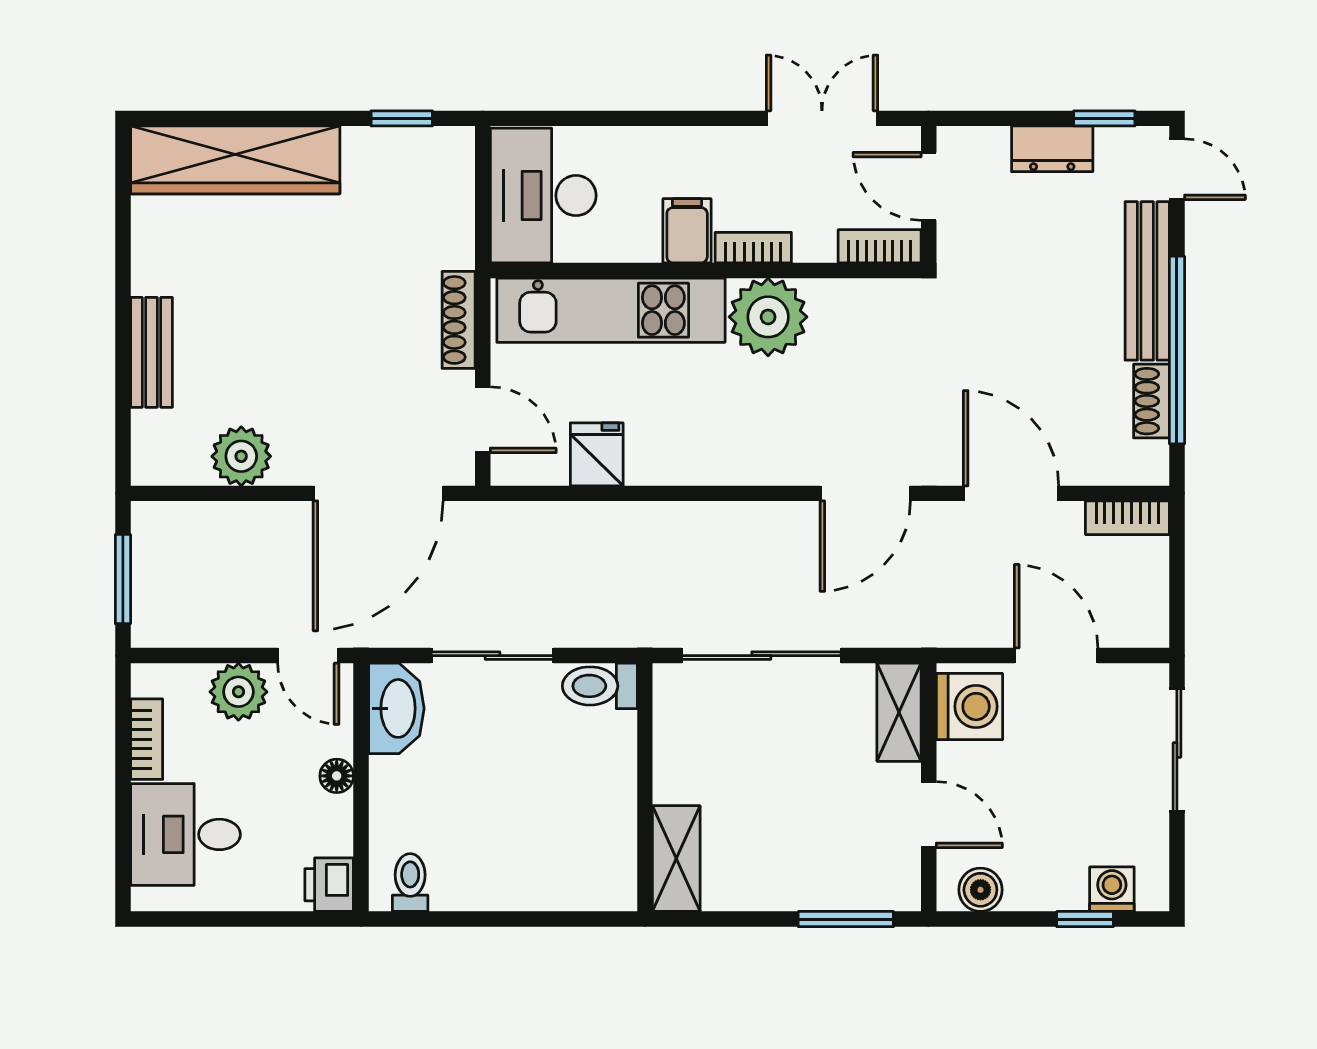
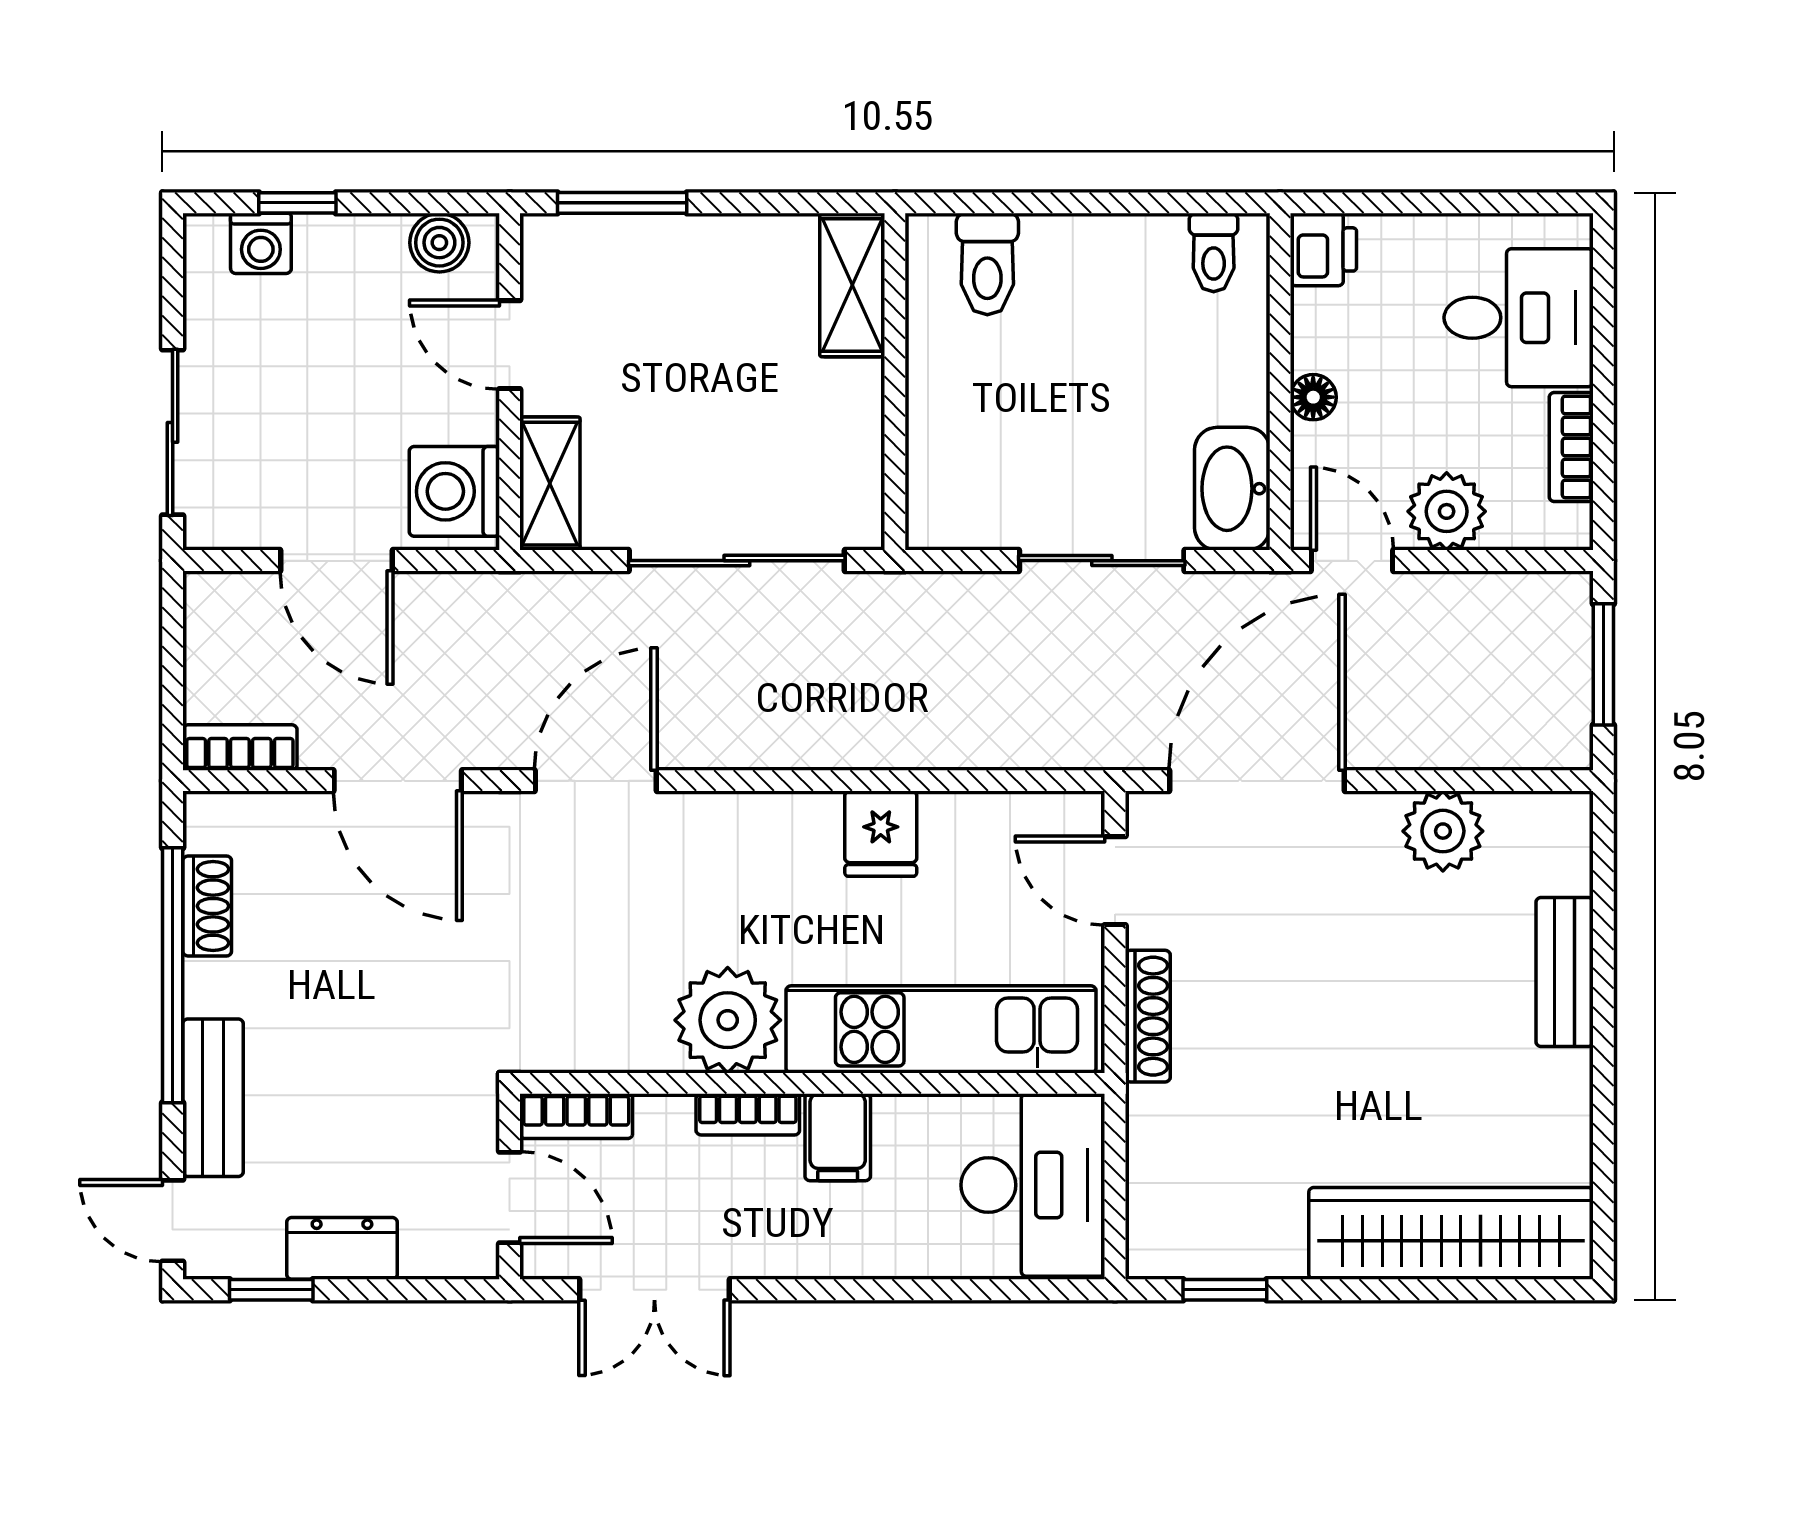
bench: (1147, 281) -> (213, 1098), width x0.73
fridge: (597, 454) -> (881, 834), moved
toilet: (600, 686) -> (987, 264), moved, turned 90

